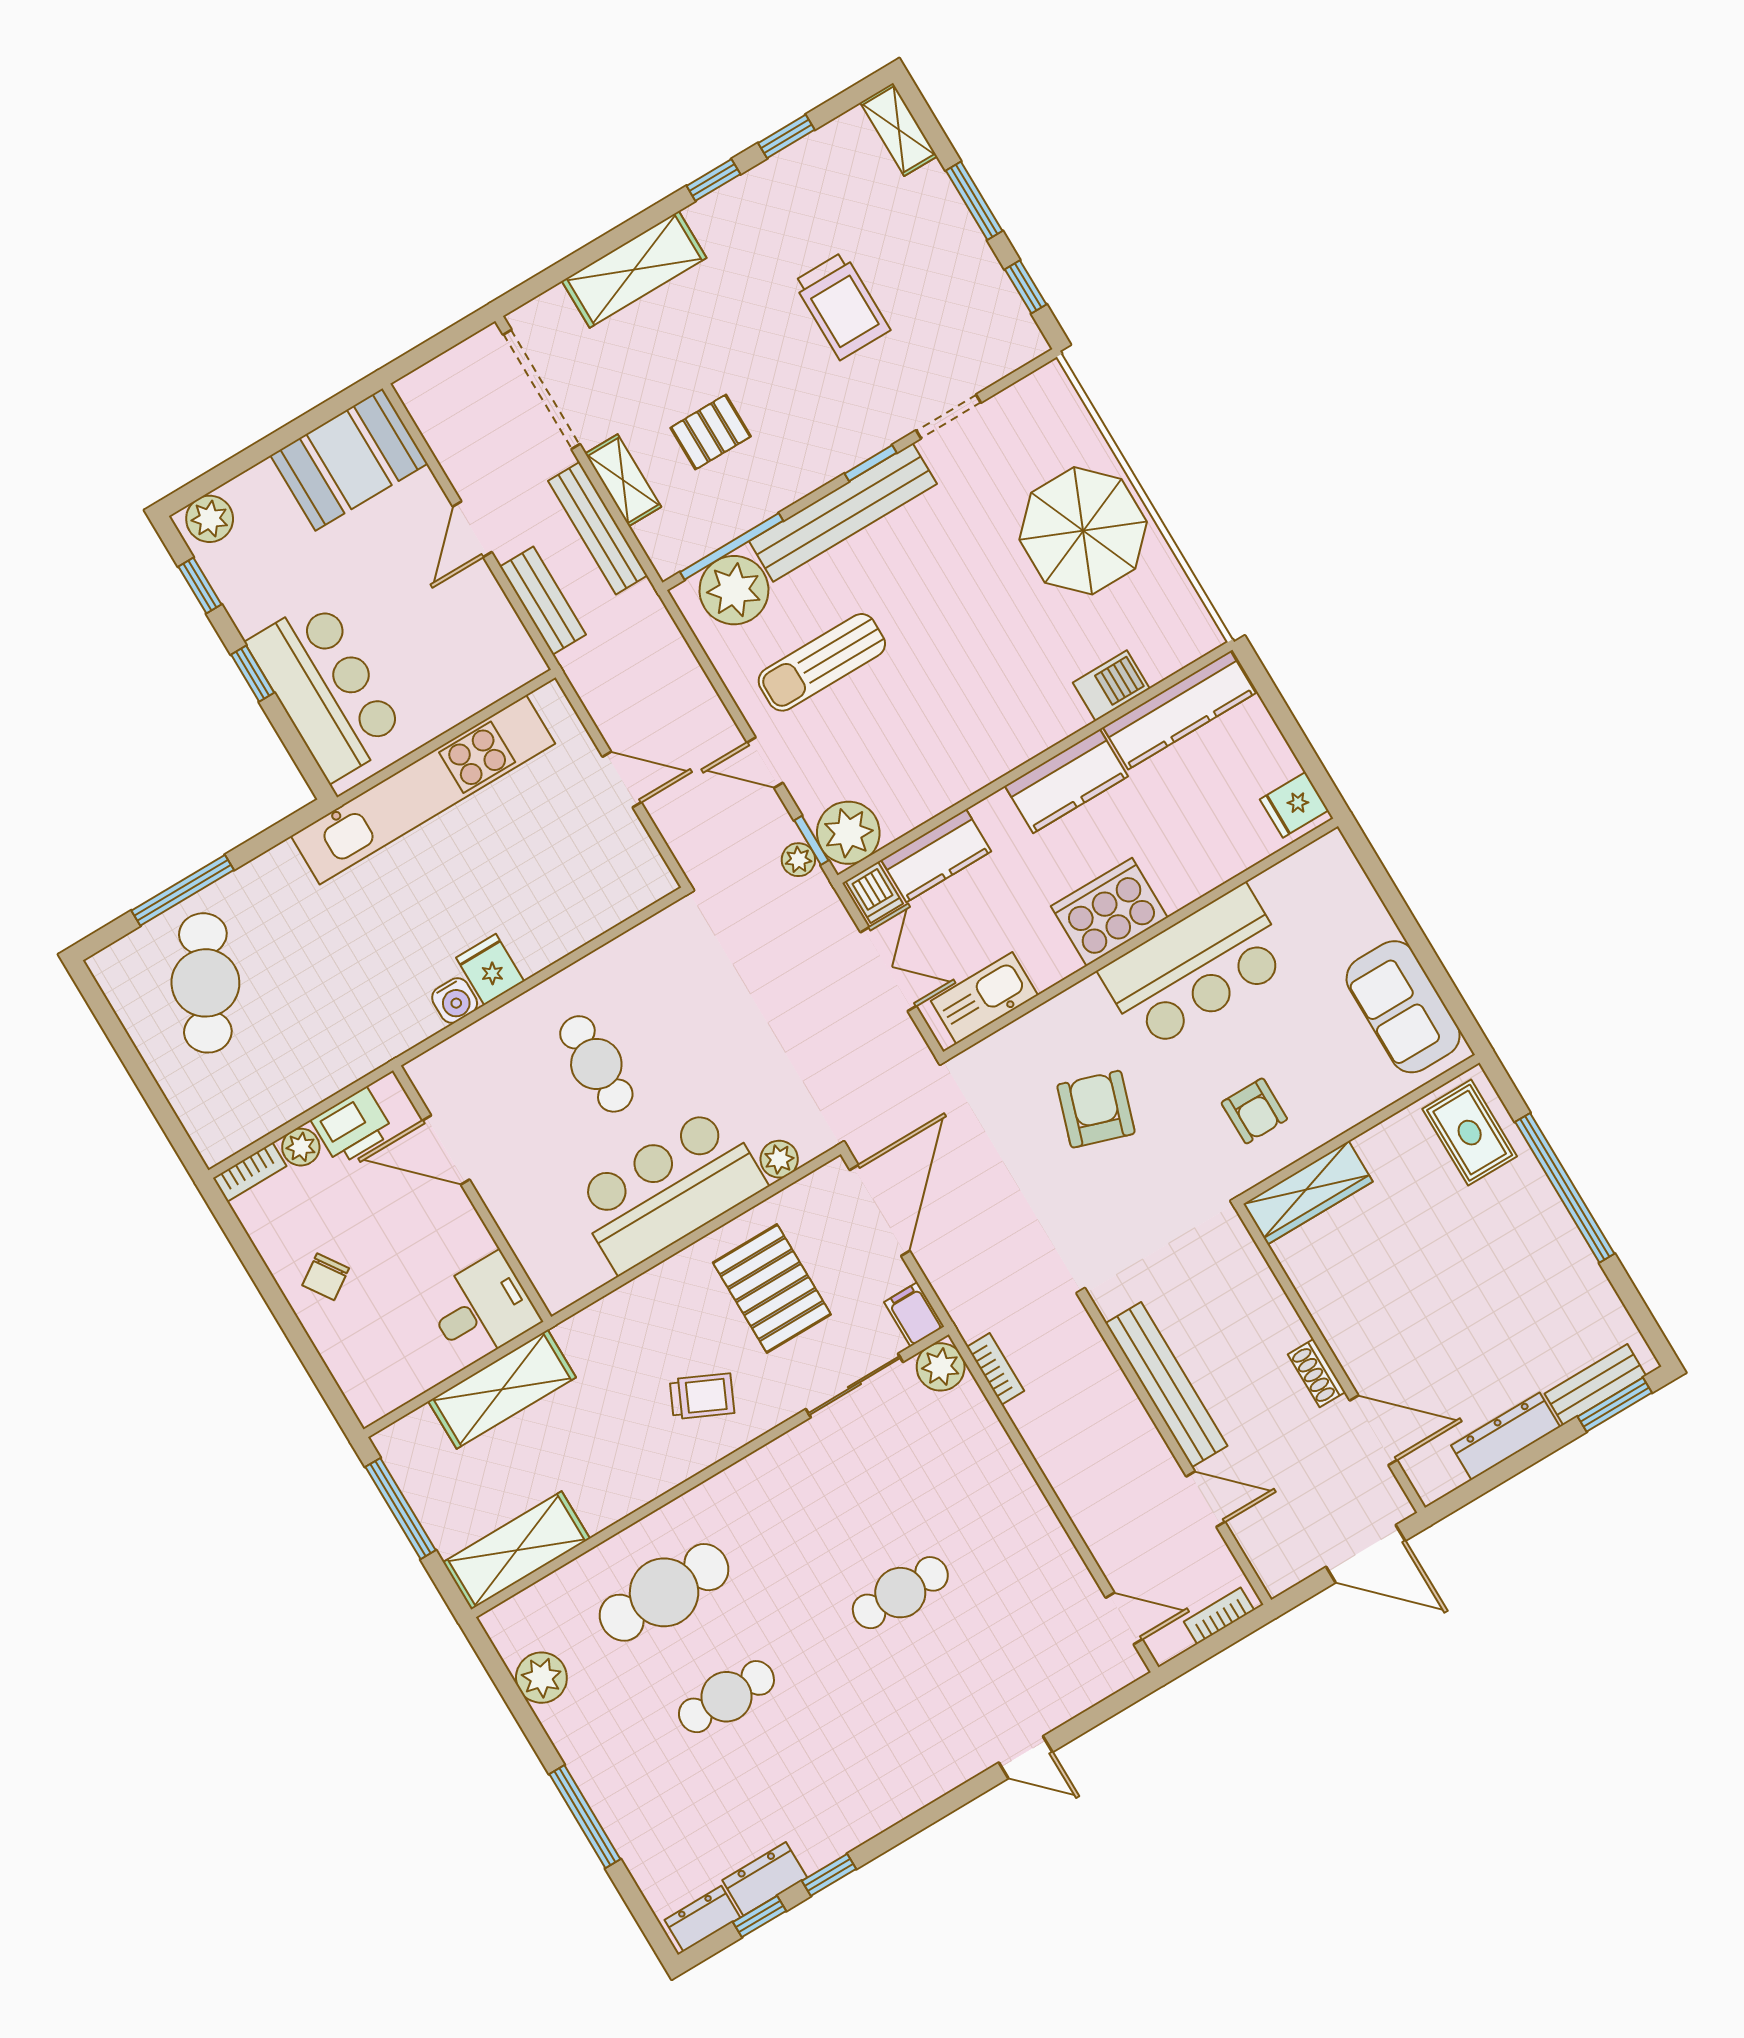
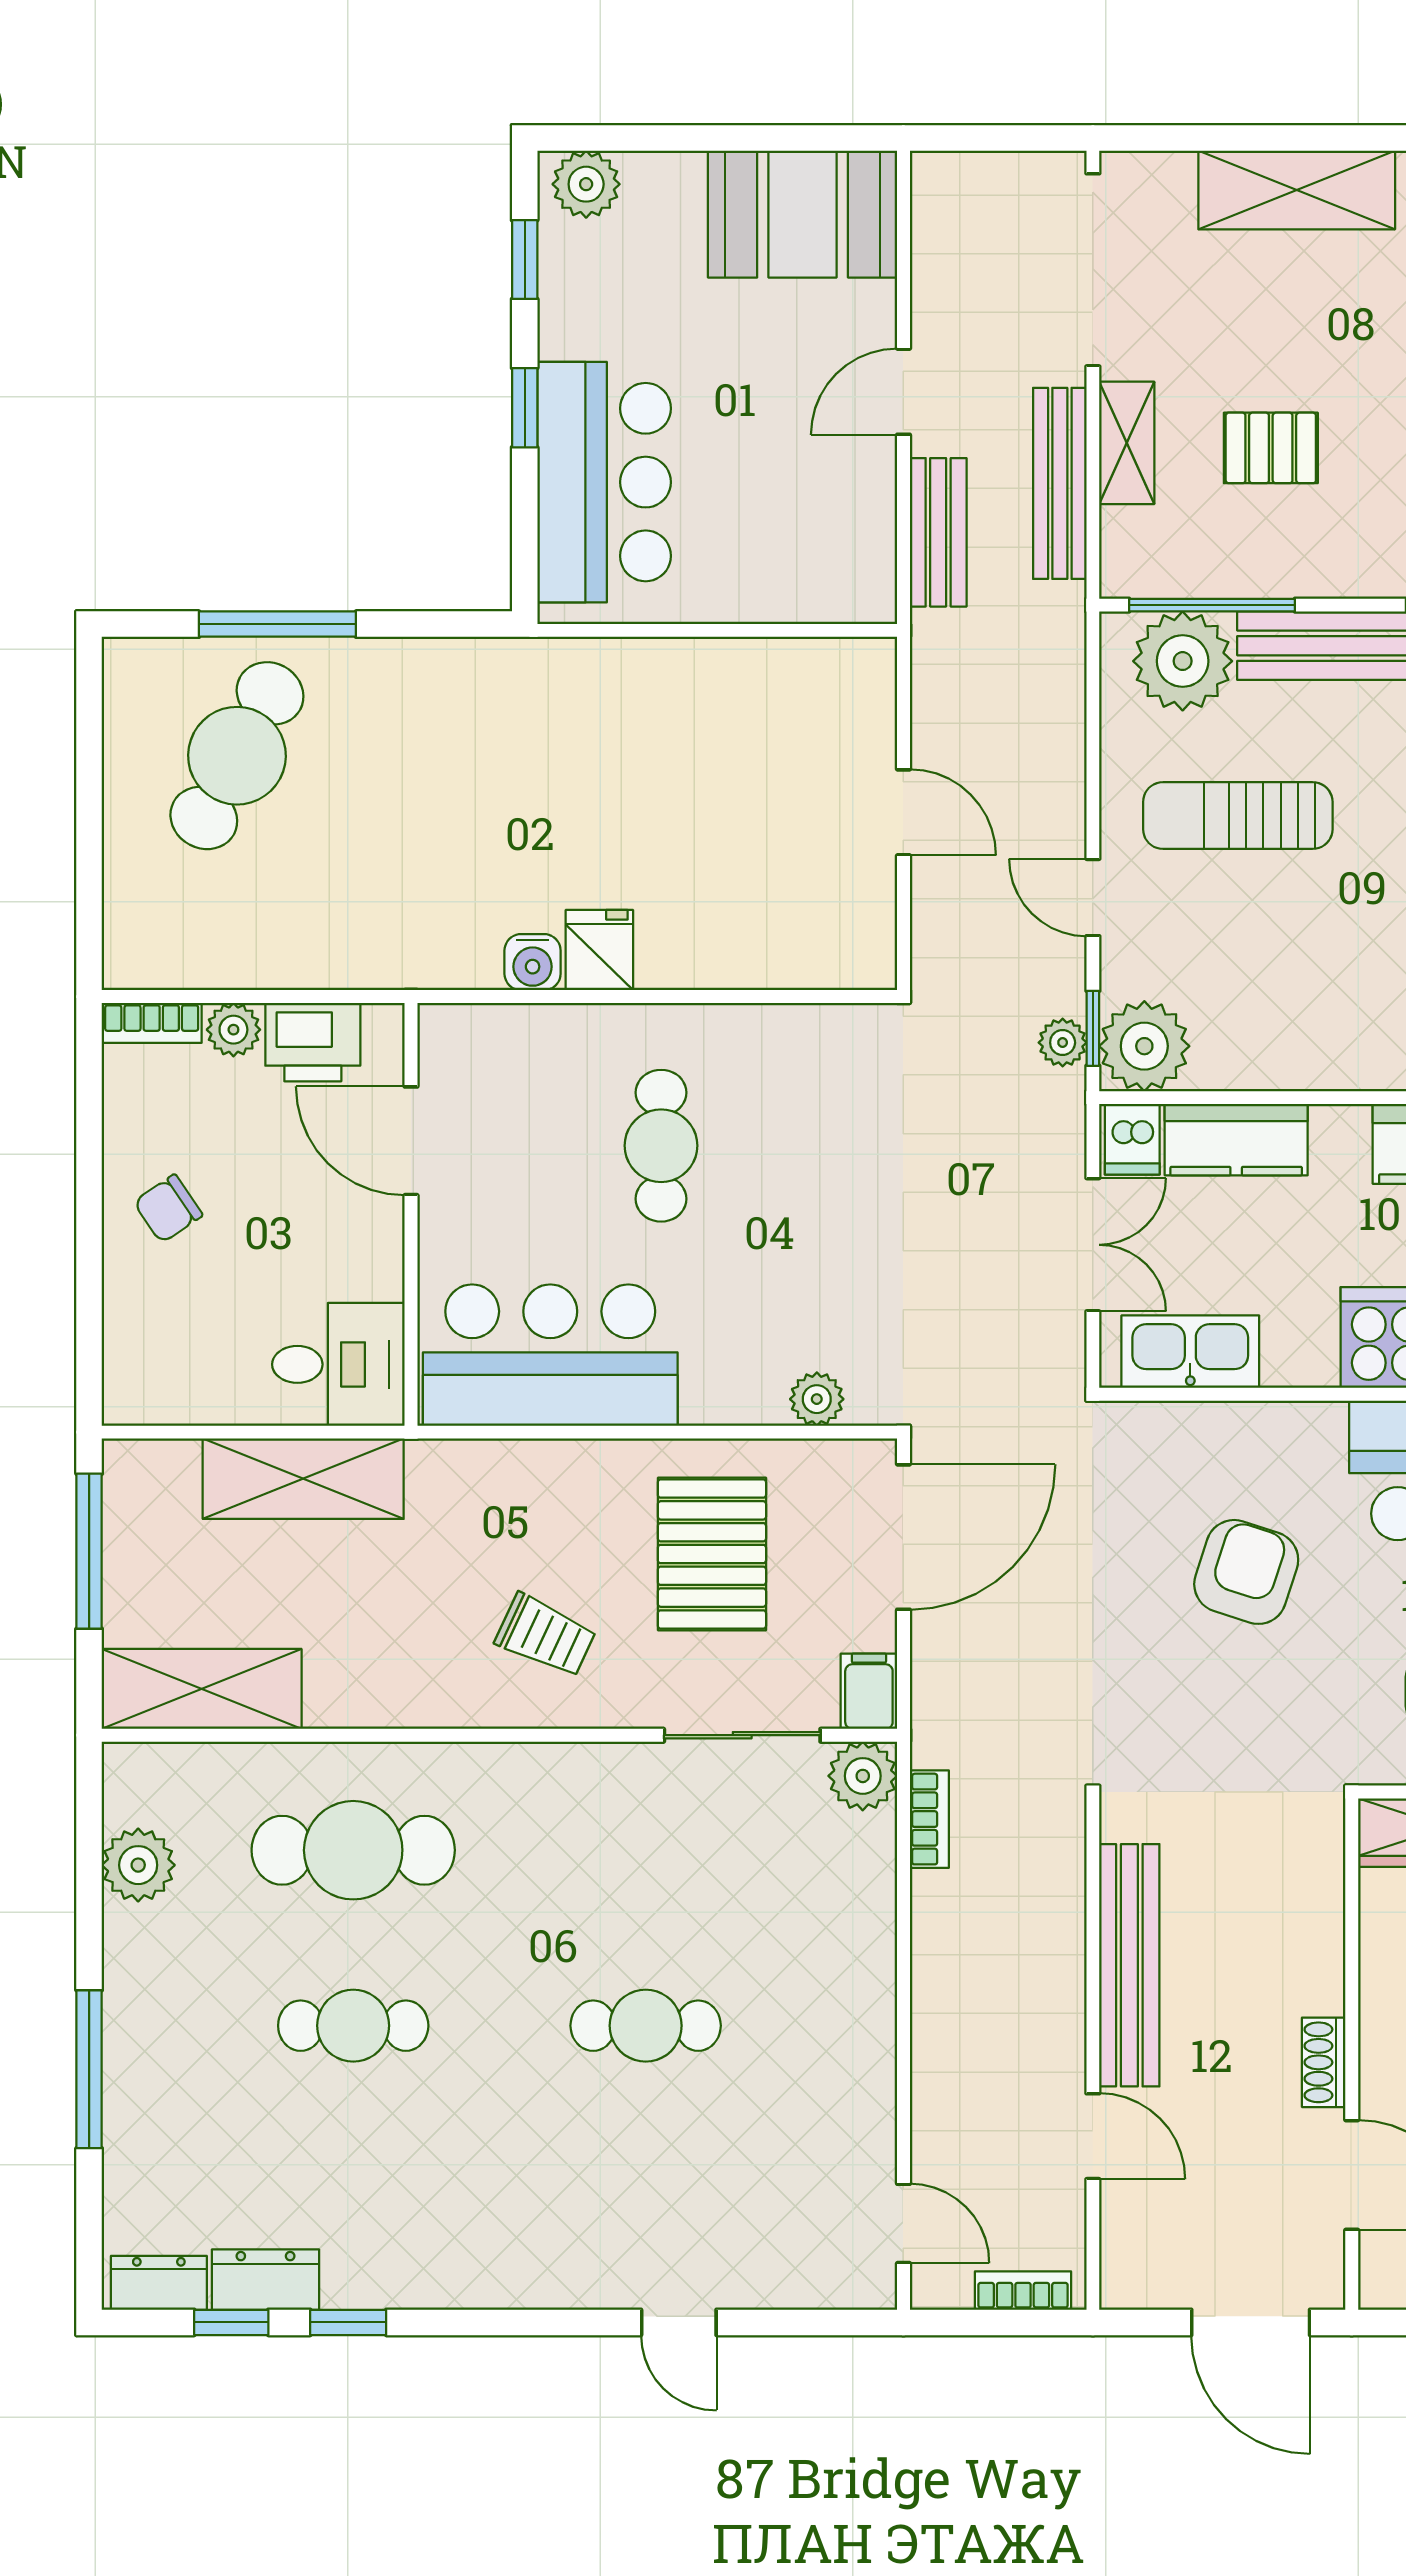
kitchen unit: (423, 790) -> (650, 678), removed
bar counter: (669, 1190) -> (550, 1355), moved

